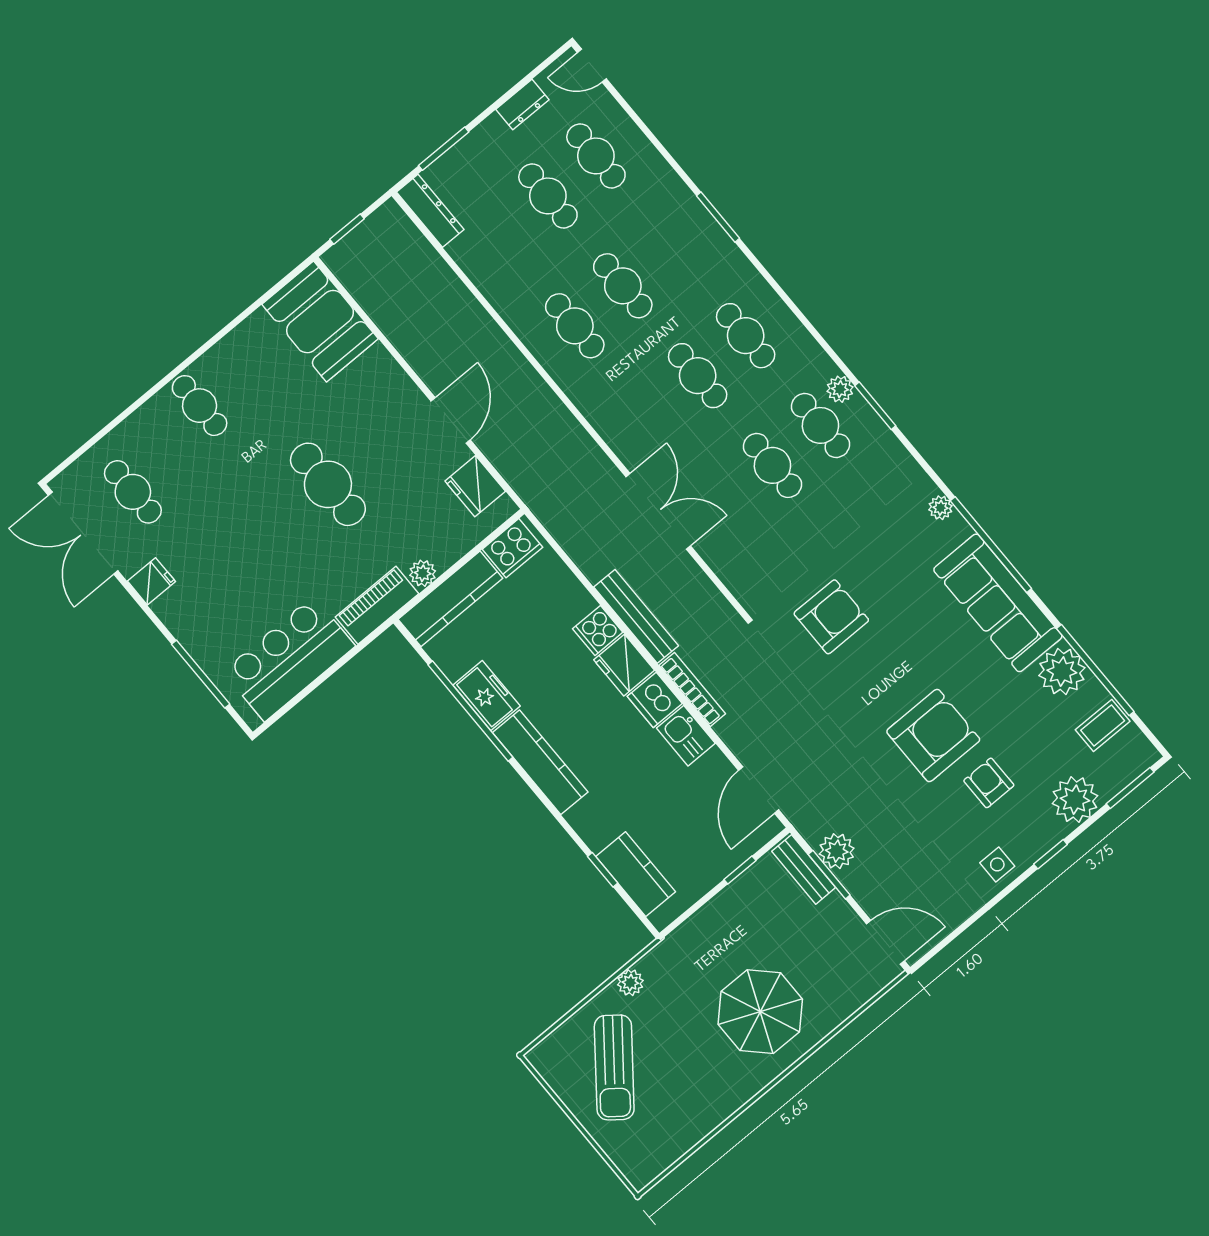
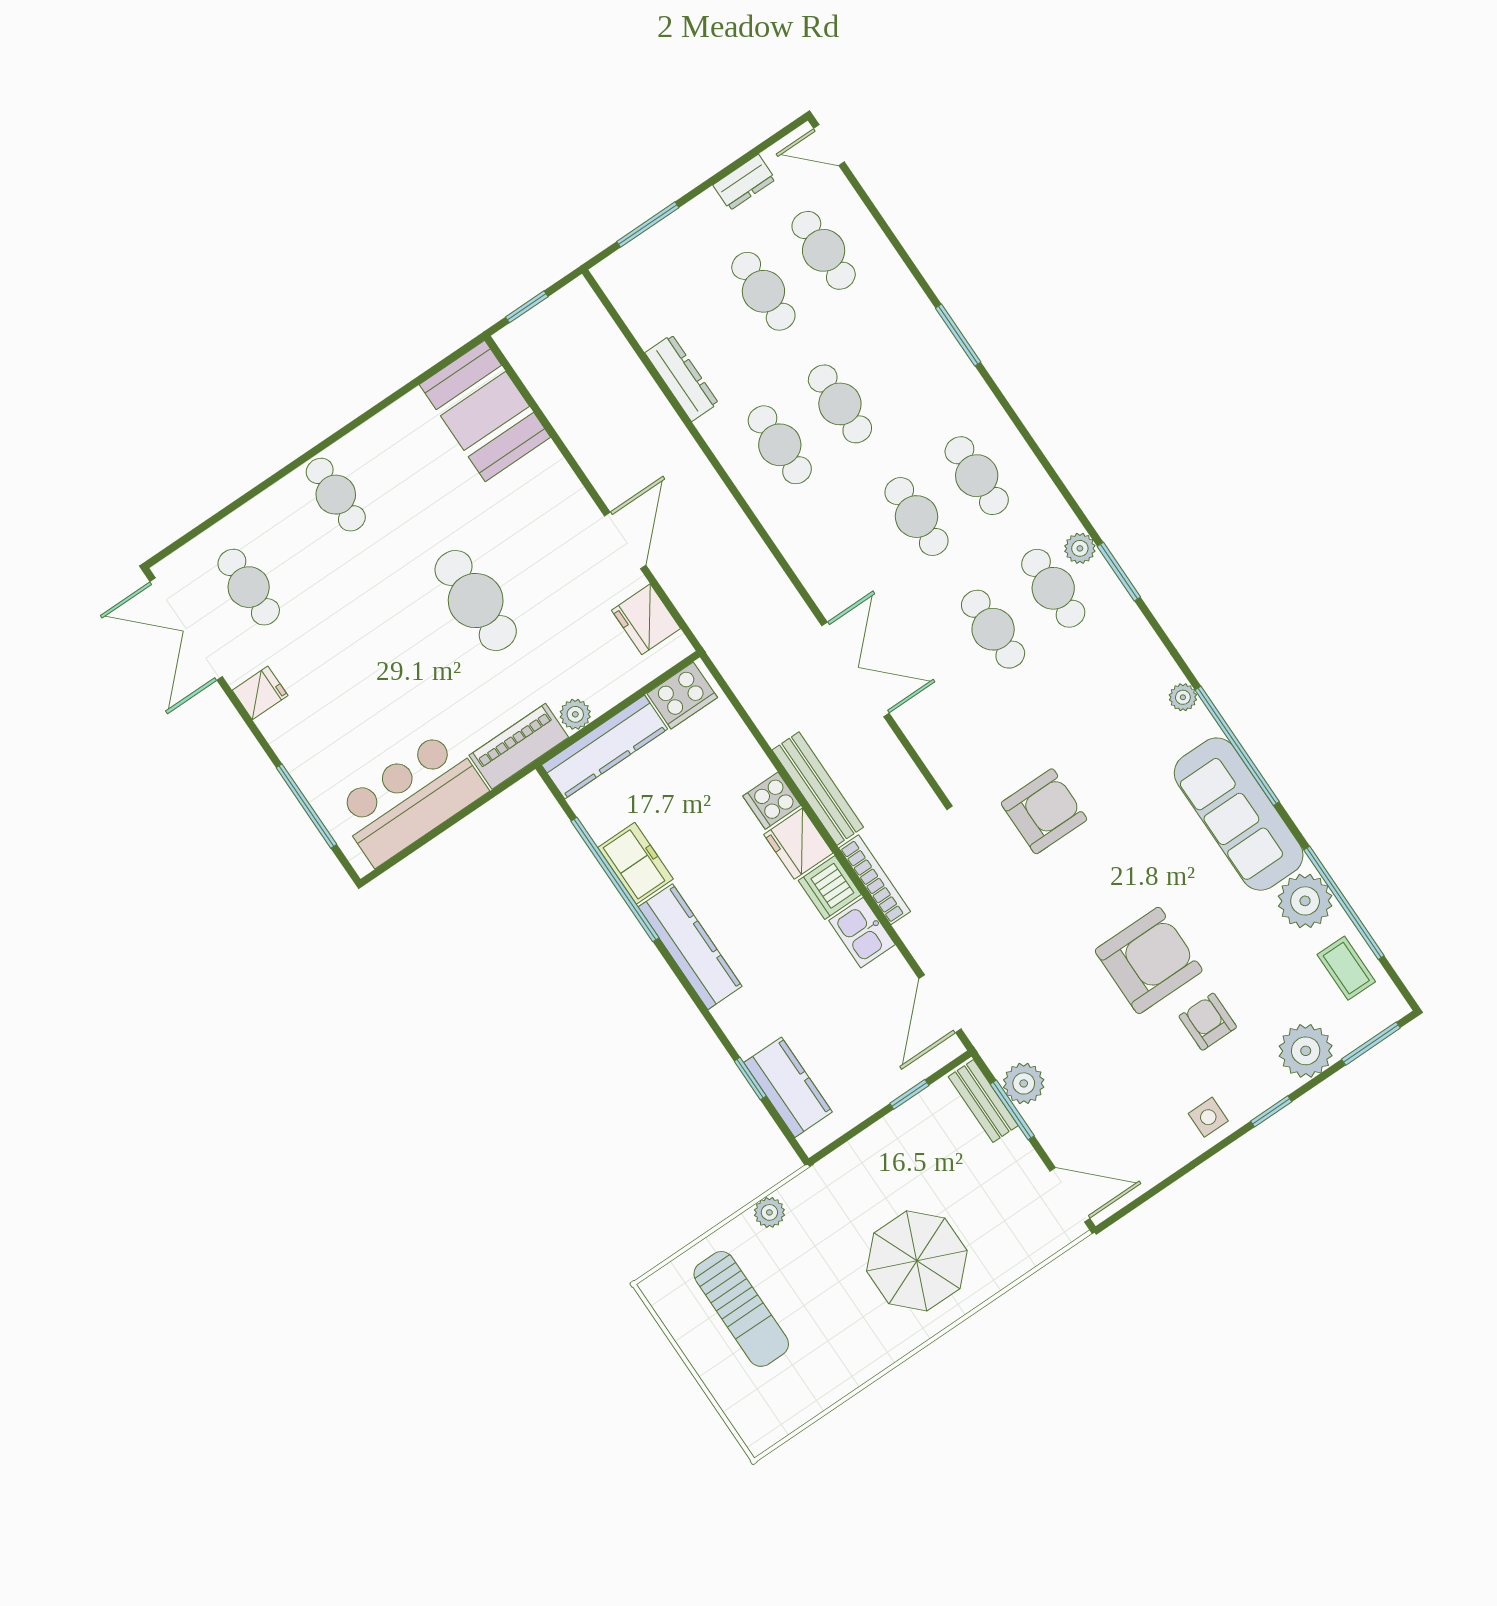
dresser: (430, 211) -> (682, 378), moved
coffee table: (1103, 726) -> (1346, 968), turned 90
sun lounger: (614, 1067) -> (741, 1309), turned -38

